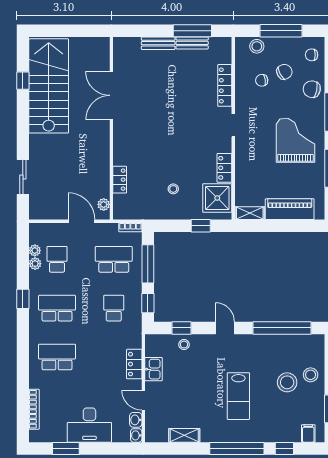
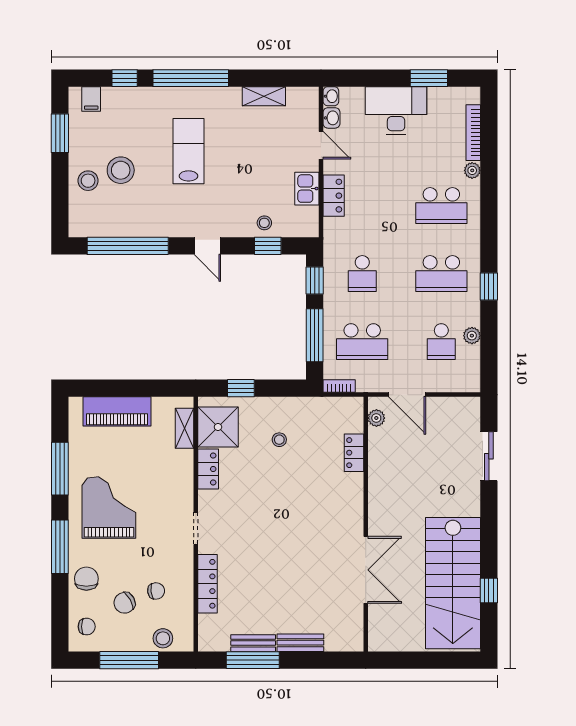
chair: (312, 89) -> (86, 579), turned -102
grand piano: (296, 140) -> (109, 508), turned 180
shelving: (250, 213) -> (185, 428), moved, turned 90
plant: (35, 250) -> (472, 170), moved

